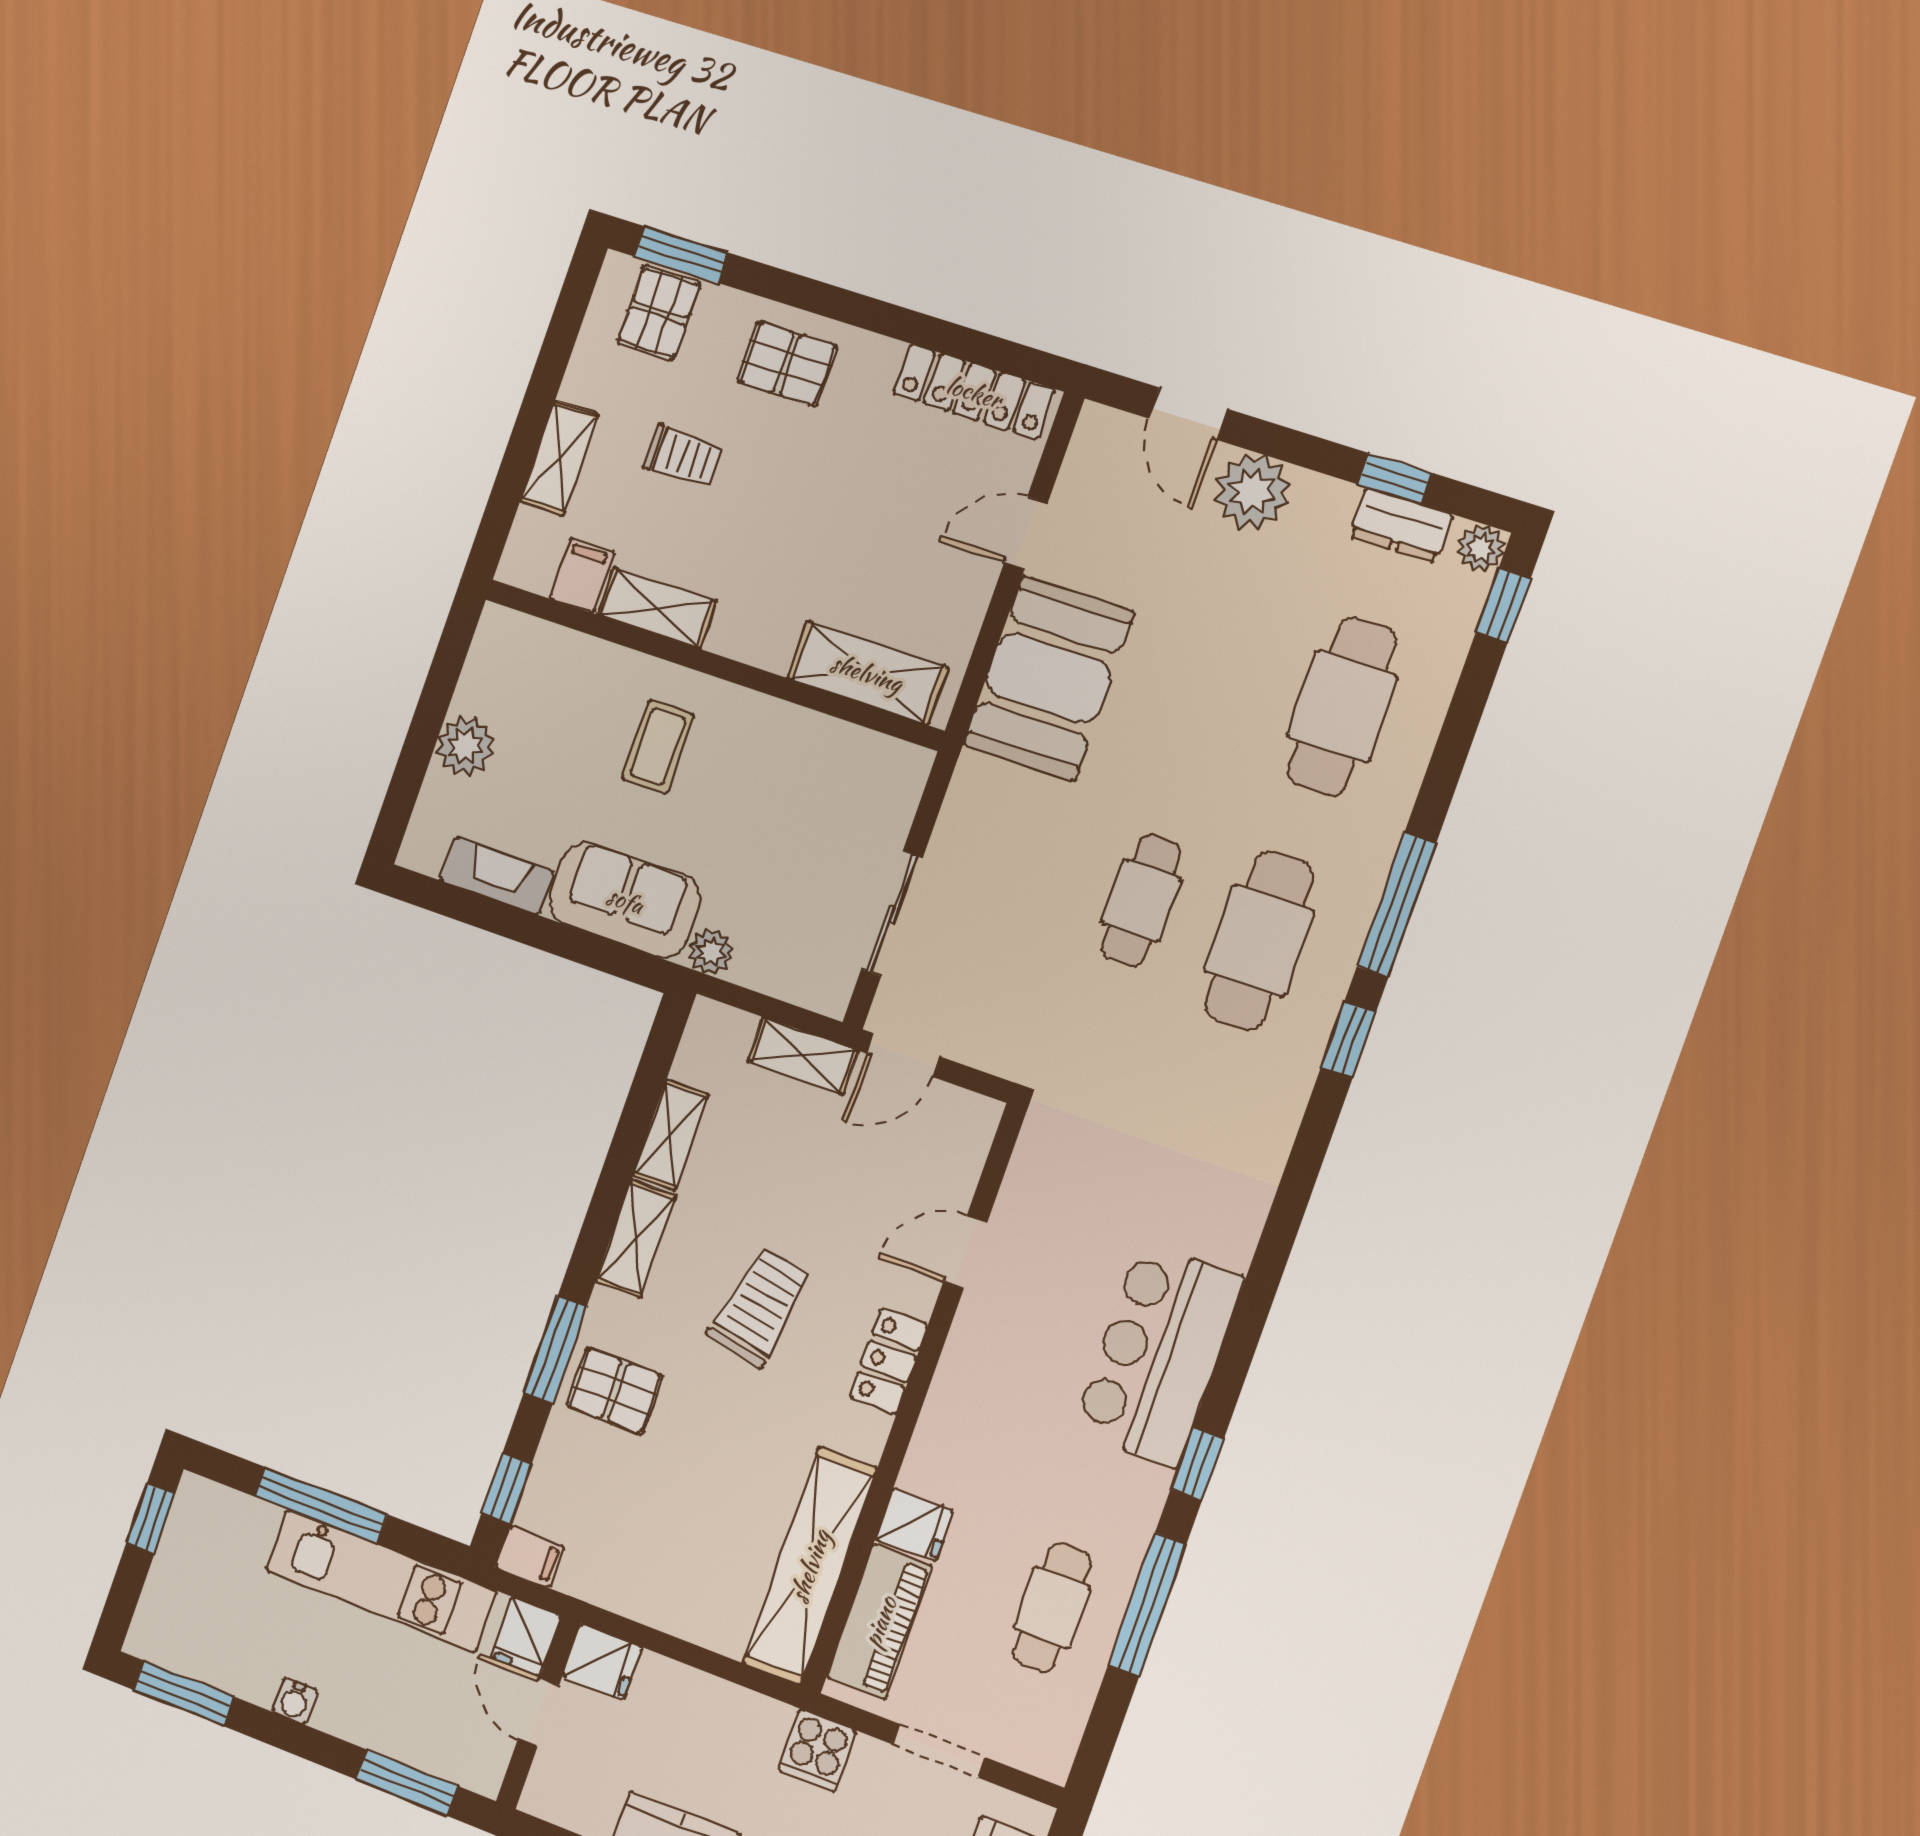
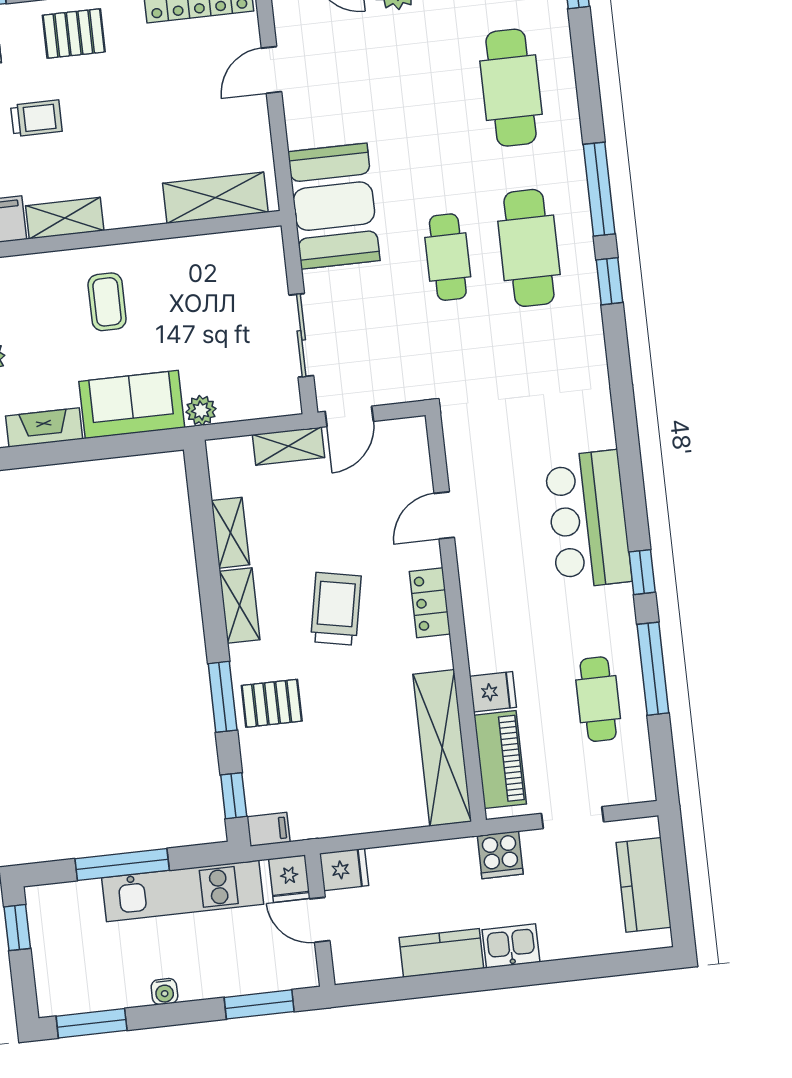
booth: (1049, 678) -> (334, 206), moved

